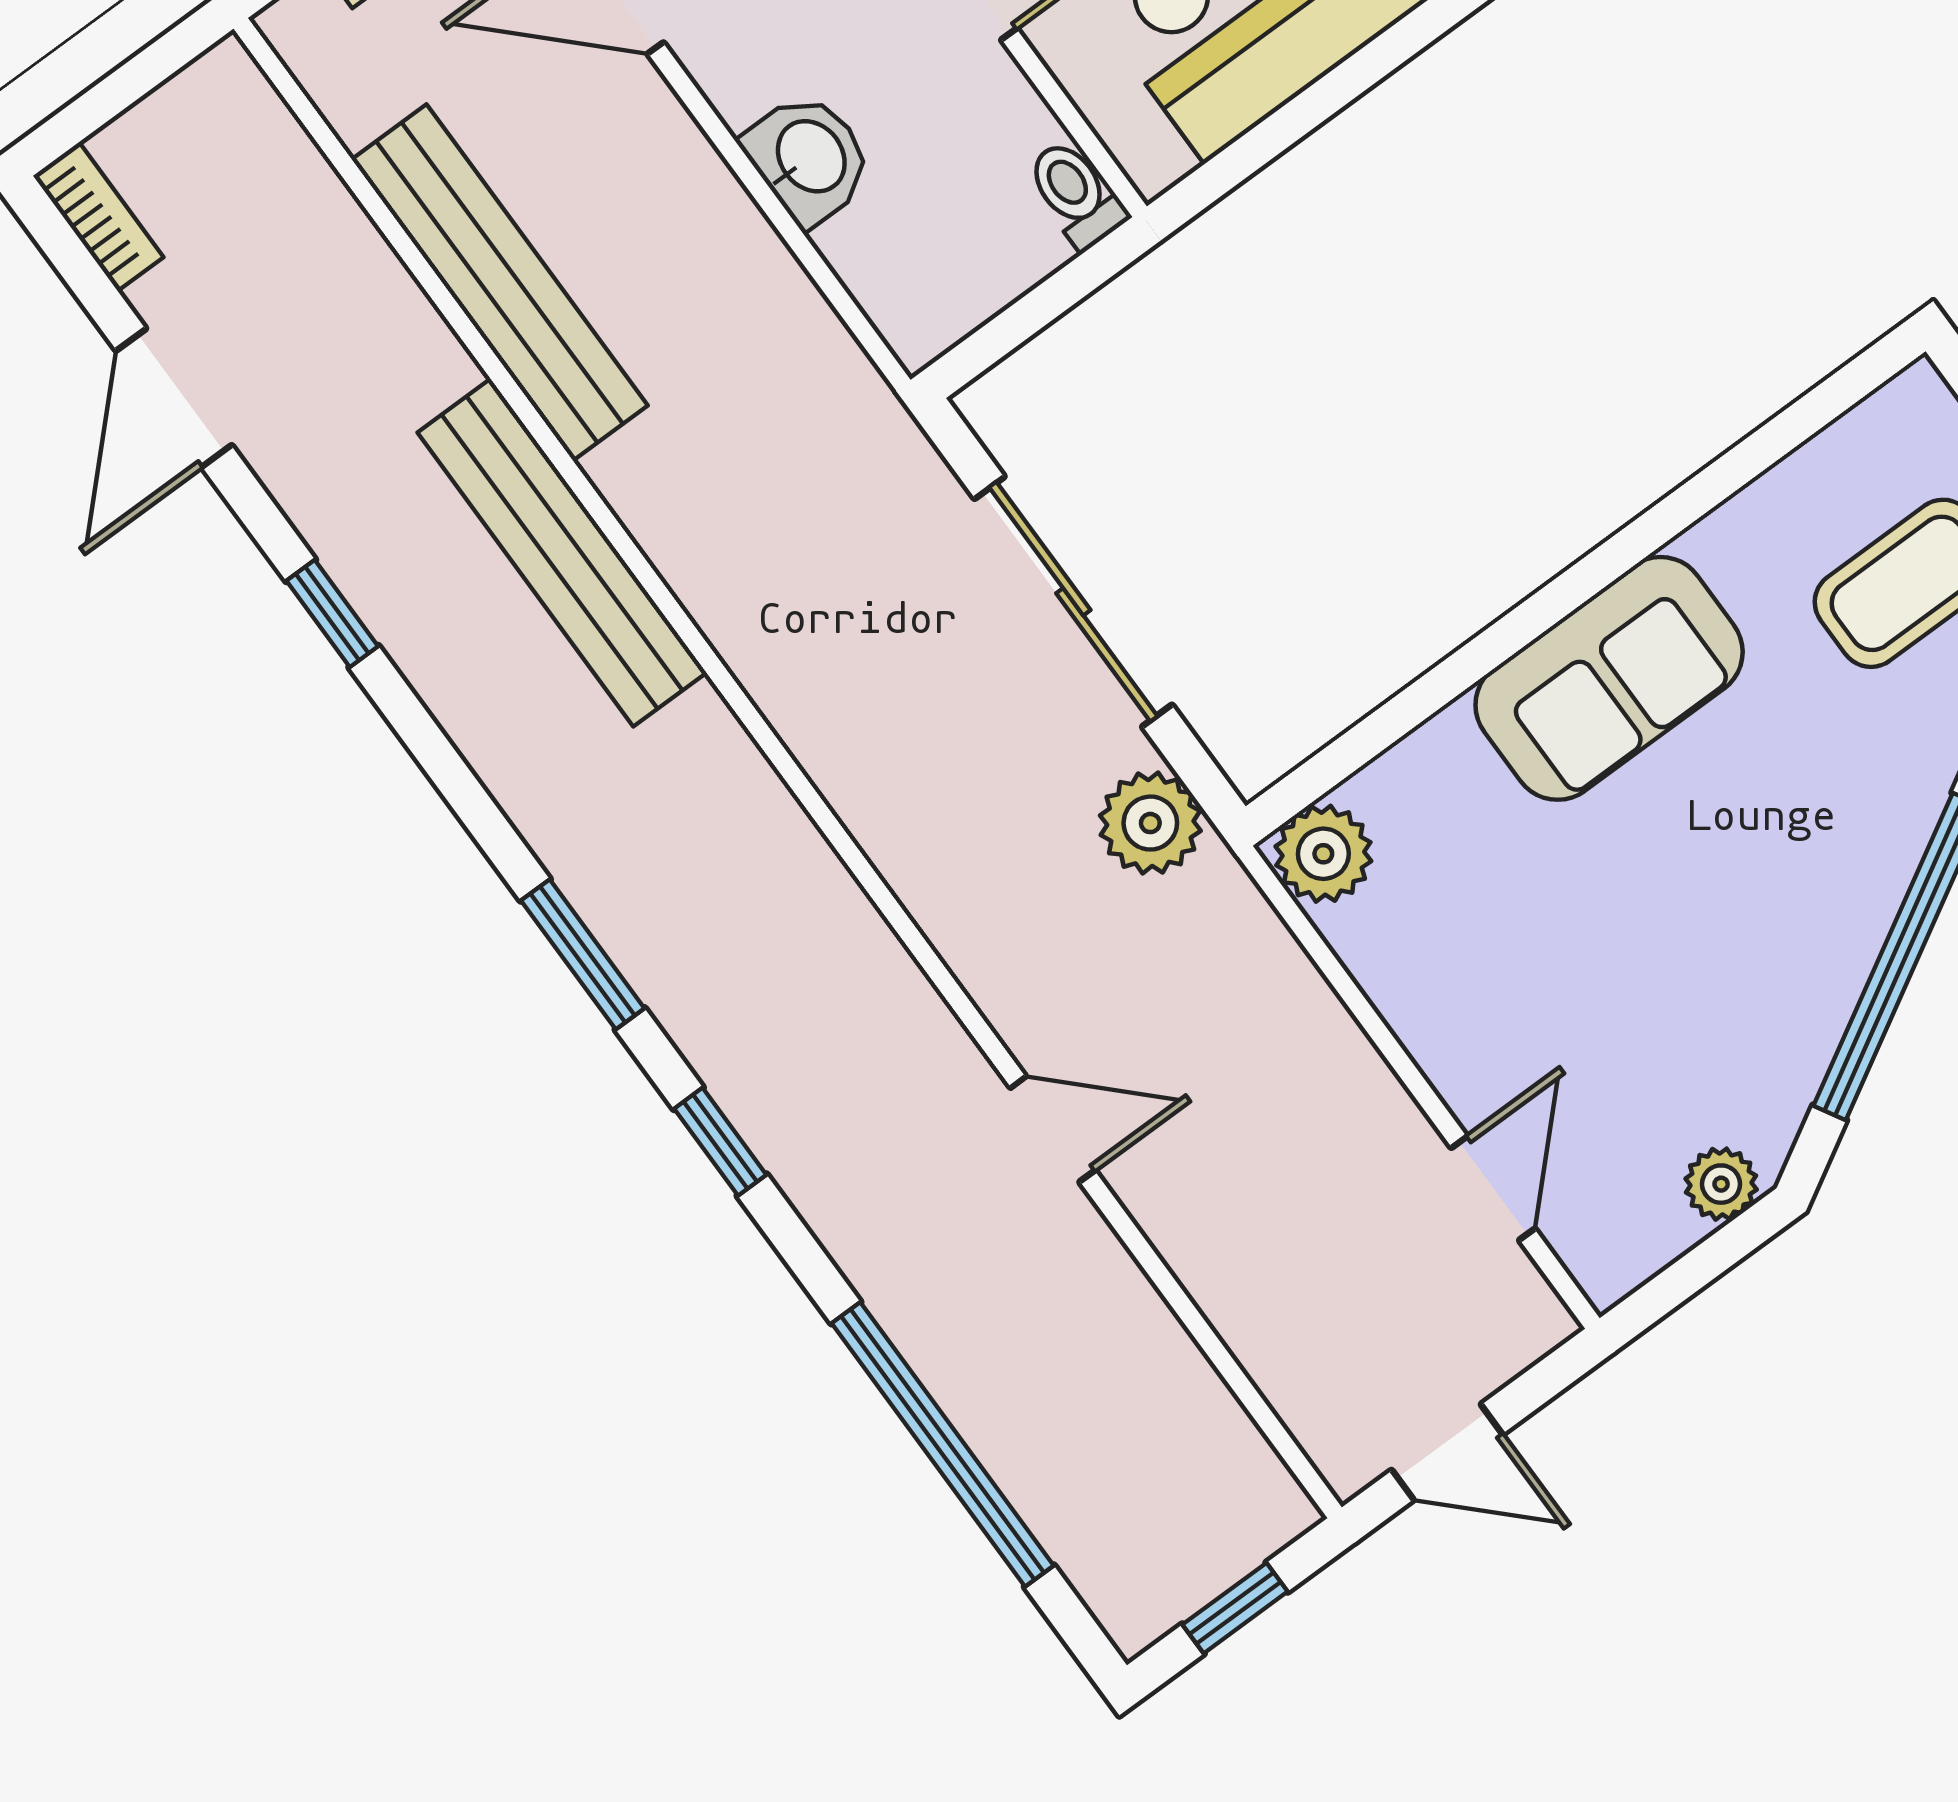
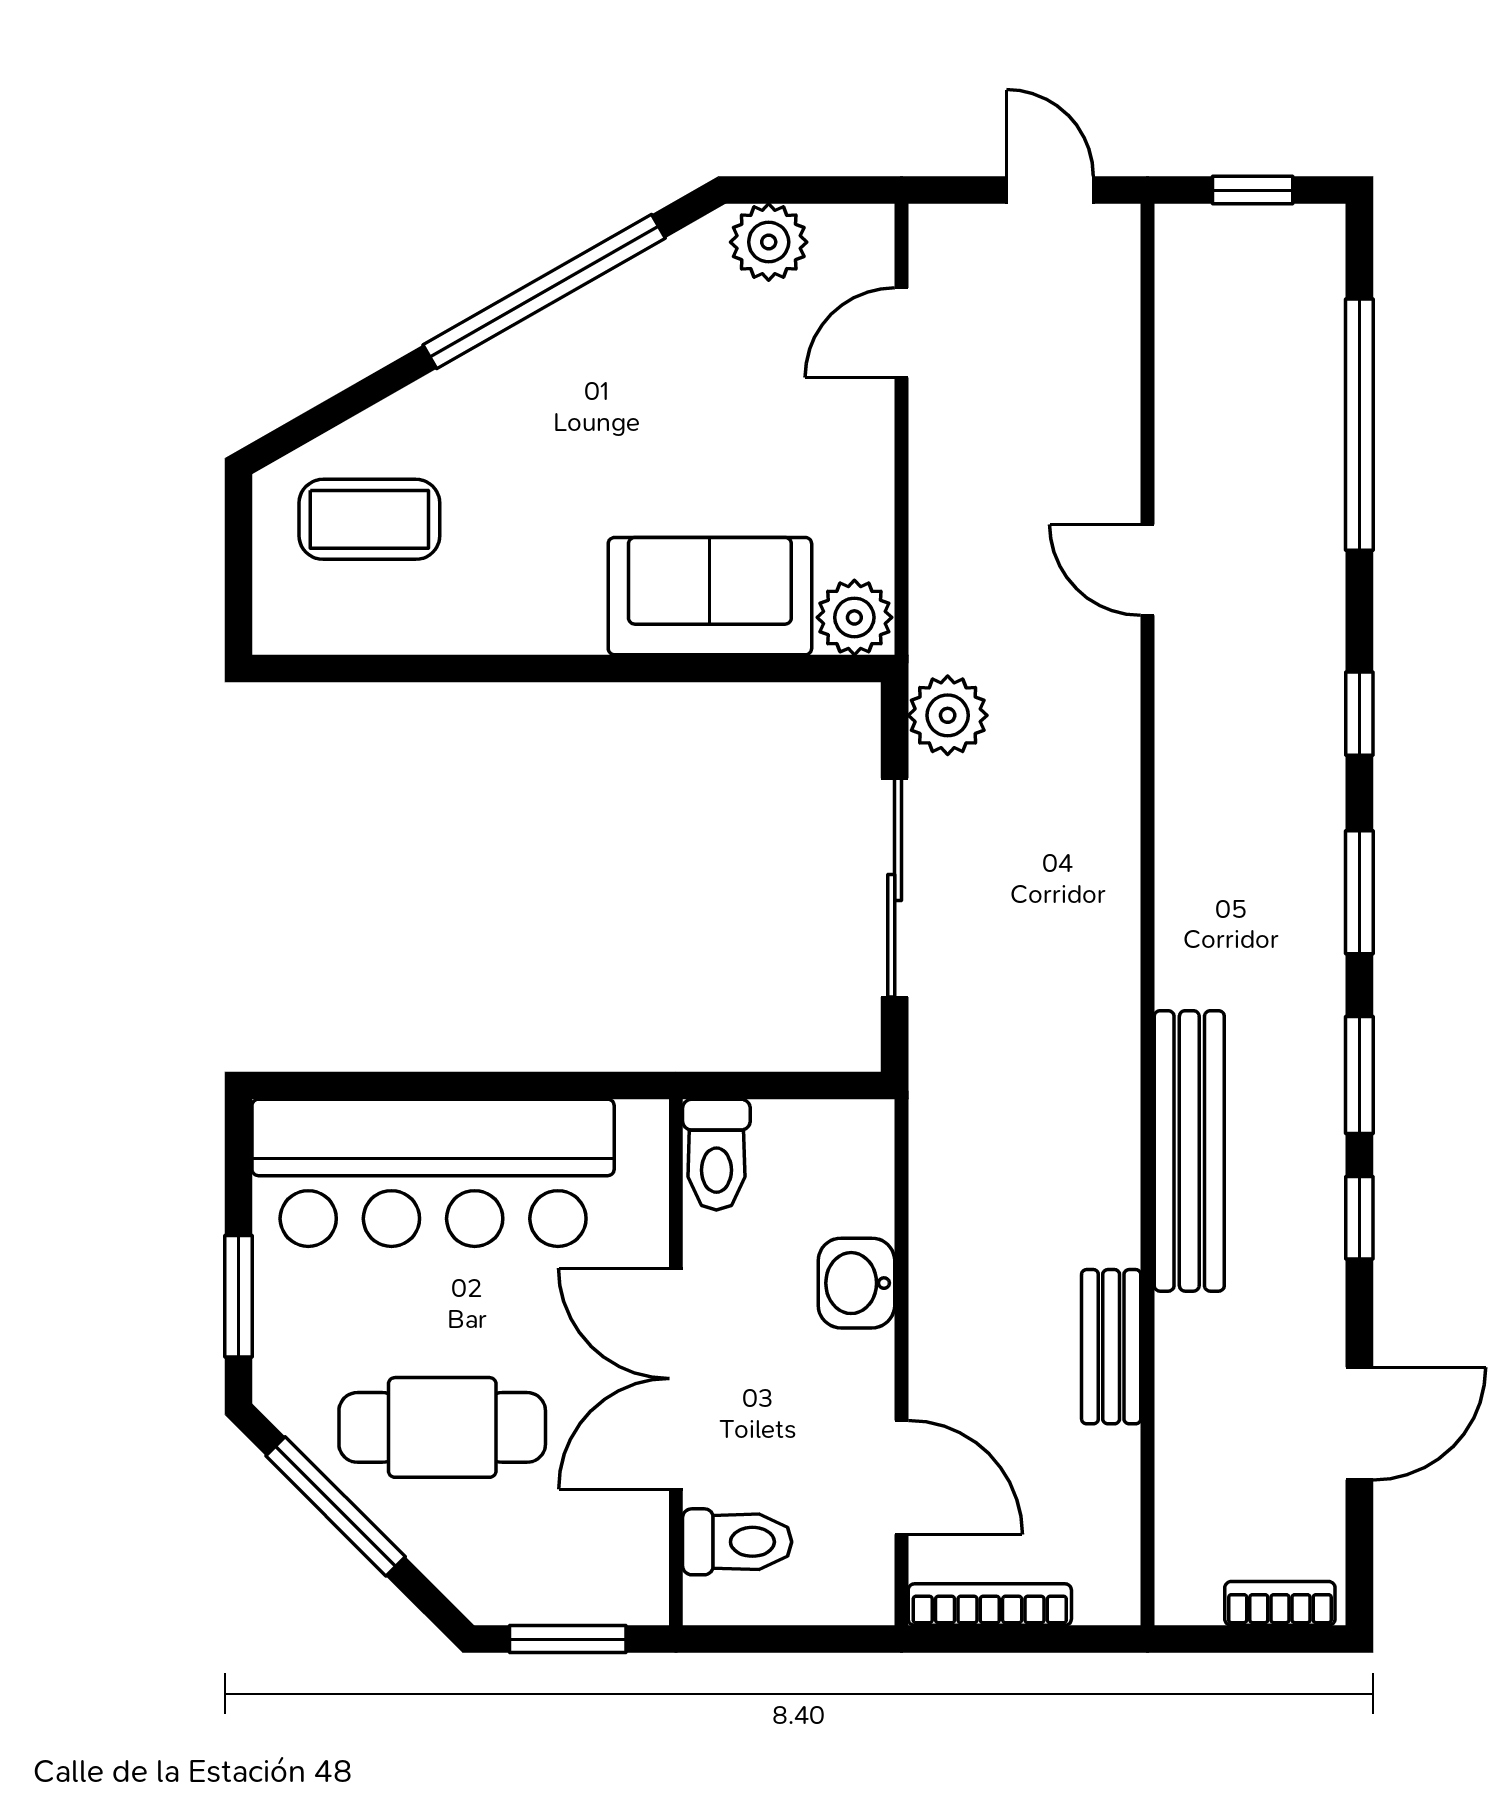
toilet: (1076, 194) -> (716, 1155), width x1.37, depth x1.39
bookcase: (98, 217) -> (1280, 1603), moved, turned 90
bench: (500, 282) -> (1111, 1347), width x0.54, depth x0.82
sofa: (1609, 678) -> (710, 596), moved
window: (442, 763) -> (1359, 1075), added
plant: (1721, 1184) -> (769, 242), width x1.38, depth x1.38

